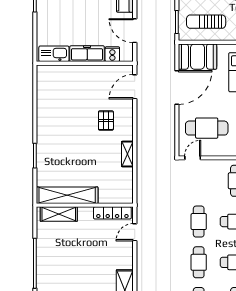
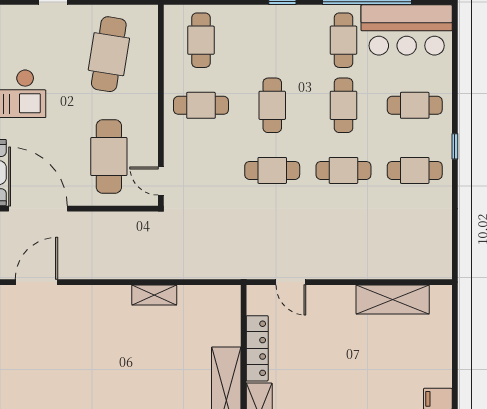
door: (135, 87) -> (37, 282), swing flipped
pallet: (106, 121) -> (96, 333), removed
locker: (112, 213) -> (257, 348), moved

